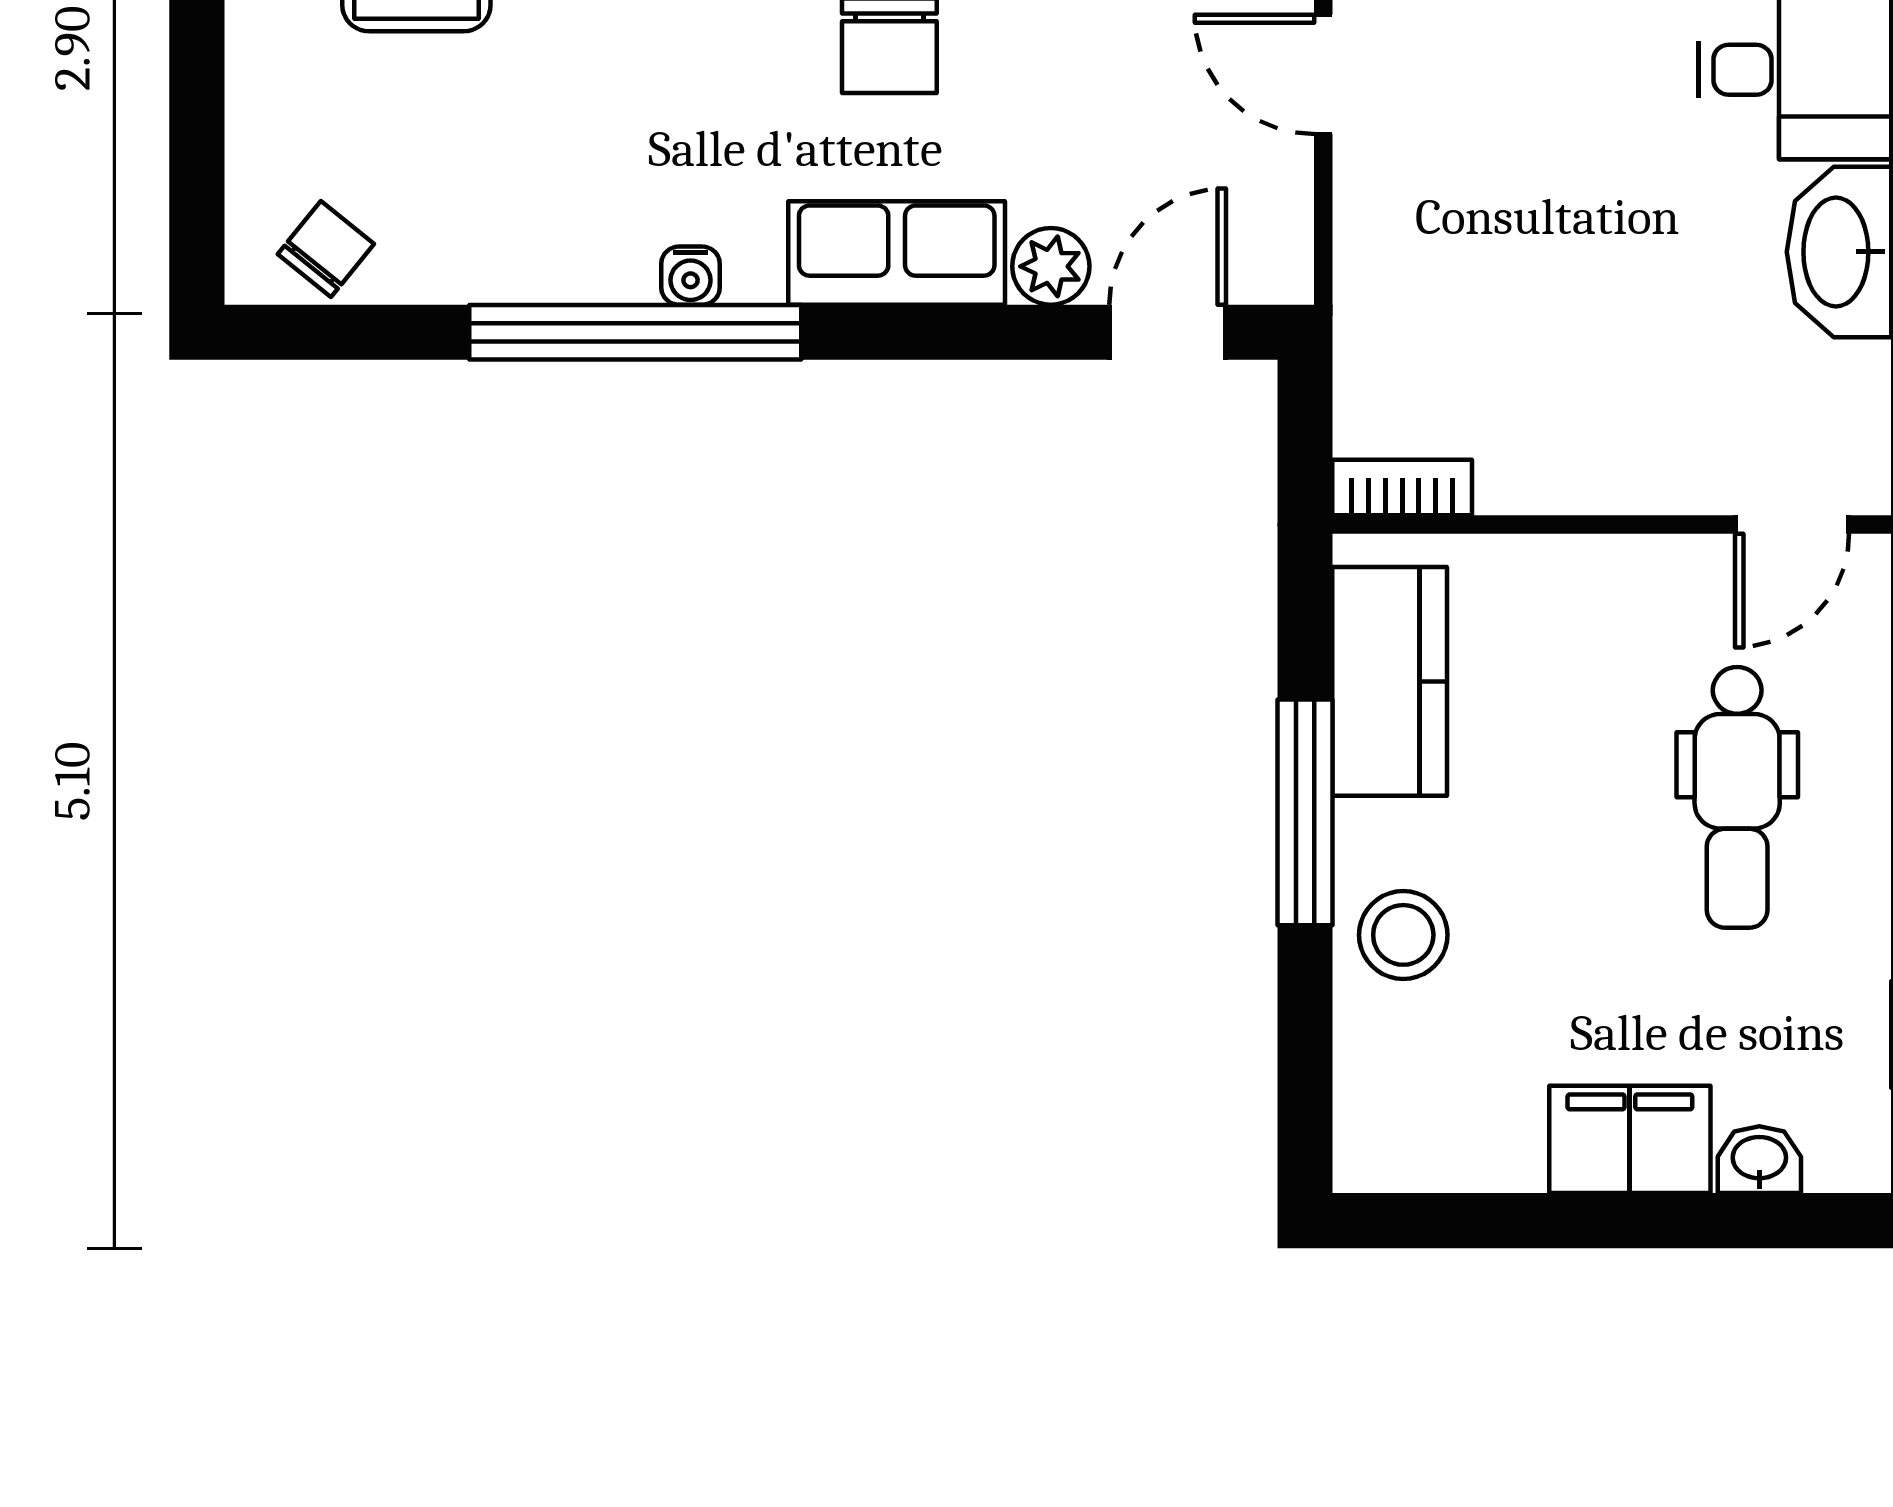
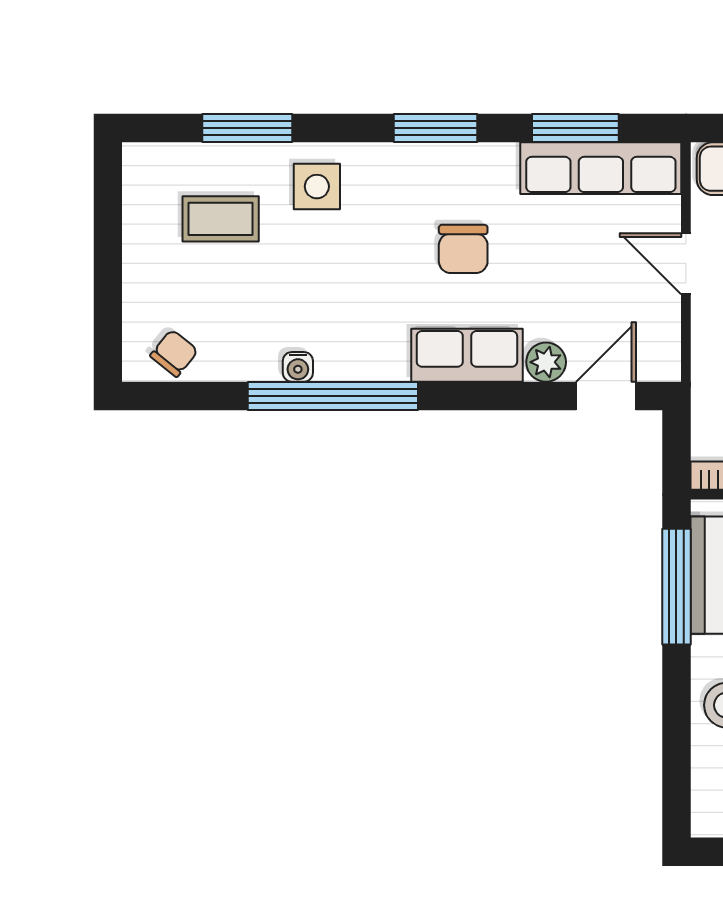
water cooler: (691, 276) -> (298, 367), moved
window: (1305, 812) -> (676, 587), moved

